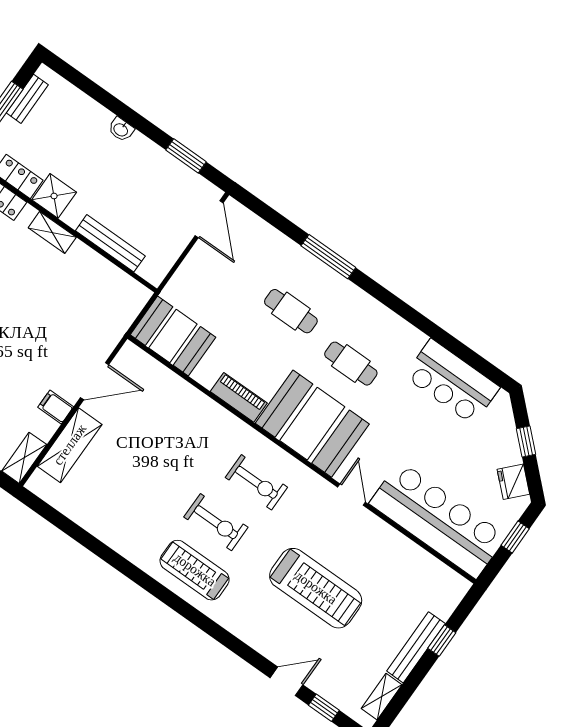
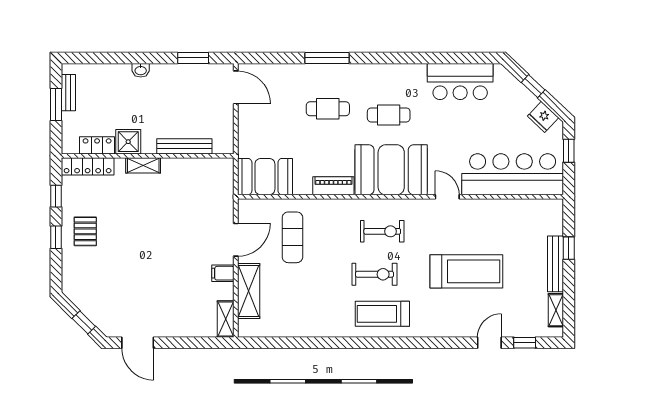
exercise mat: (157, 421) -> (292, 237), added

